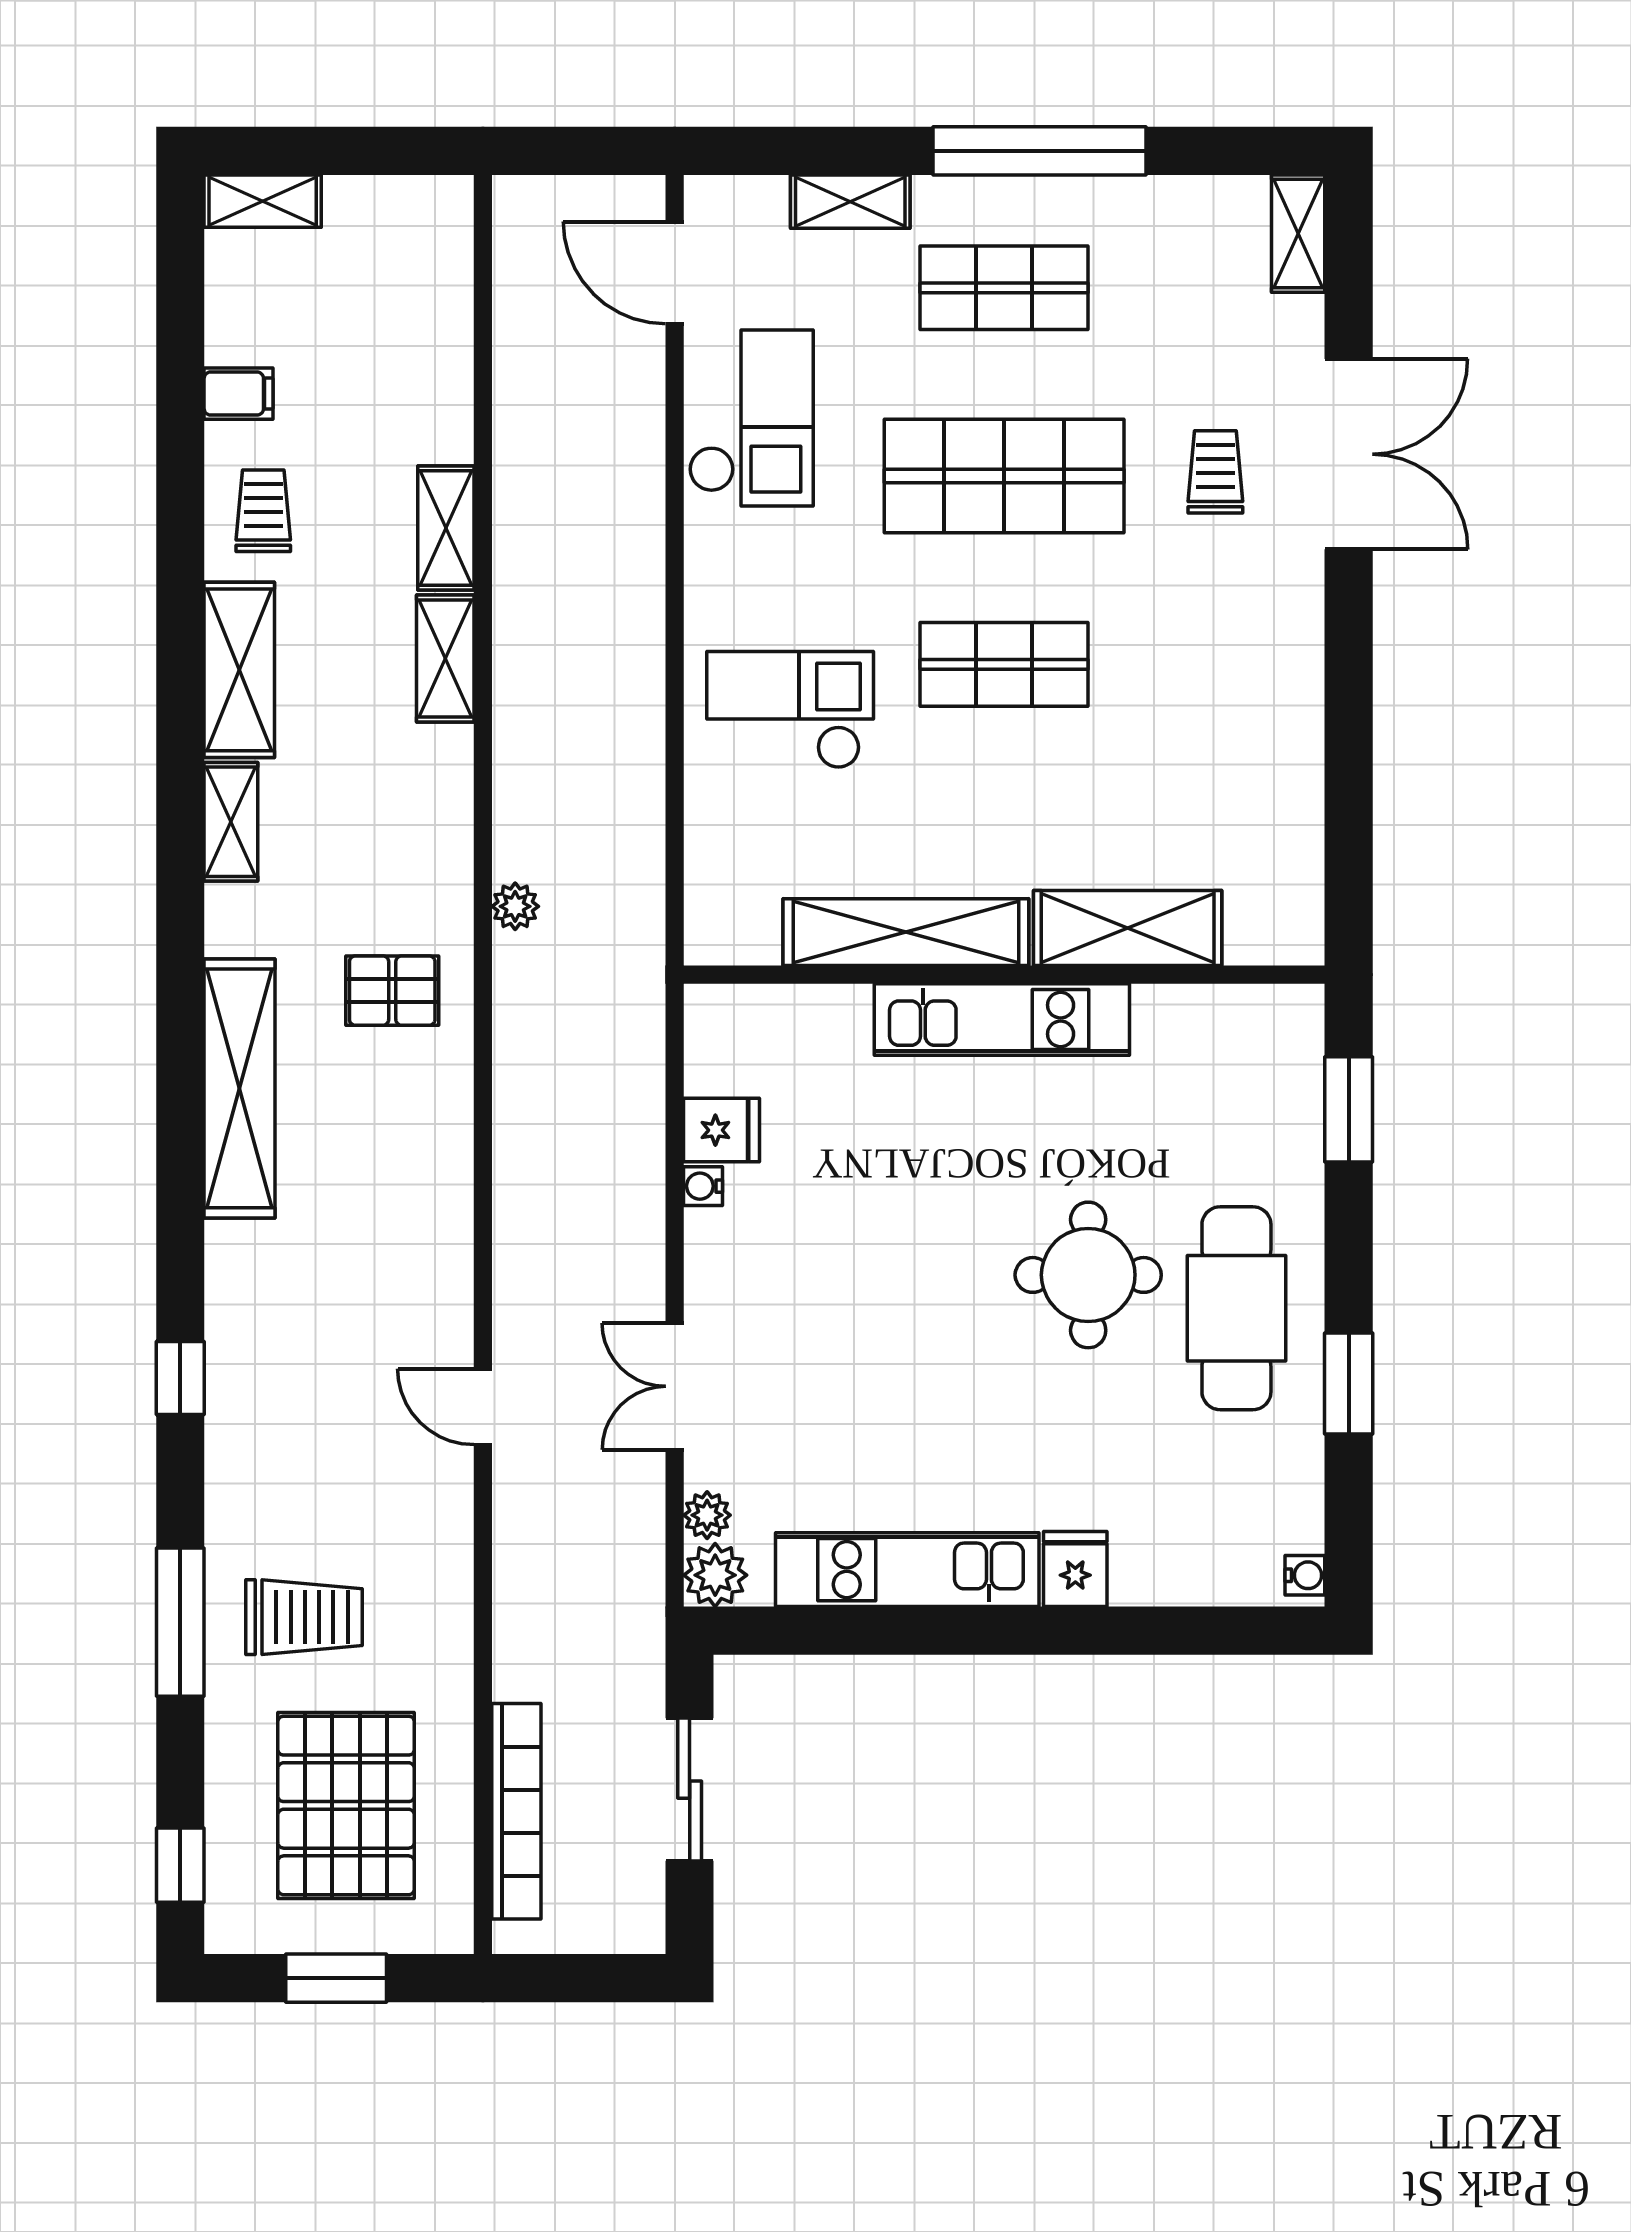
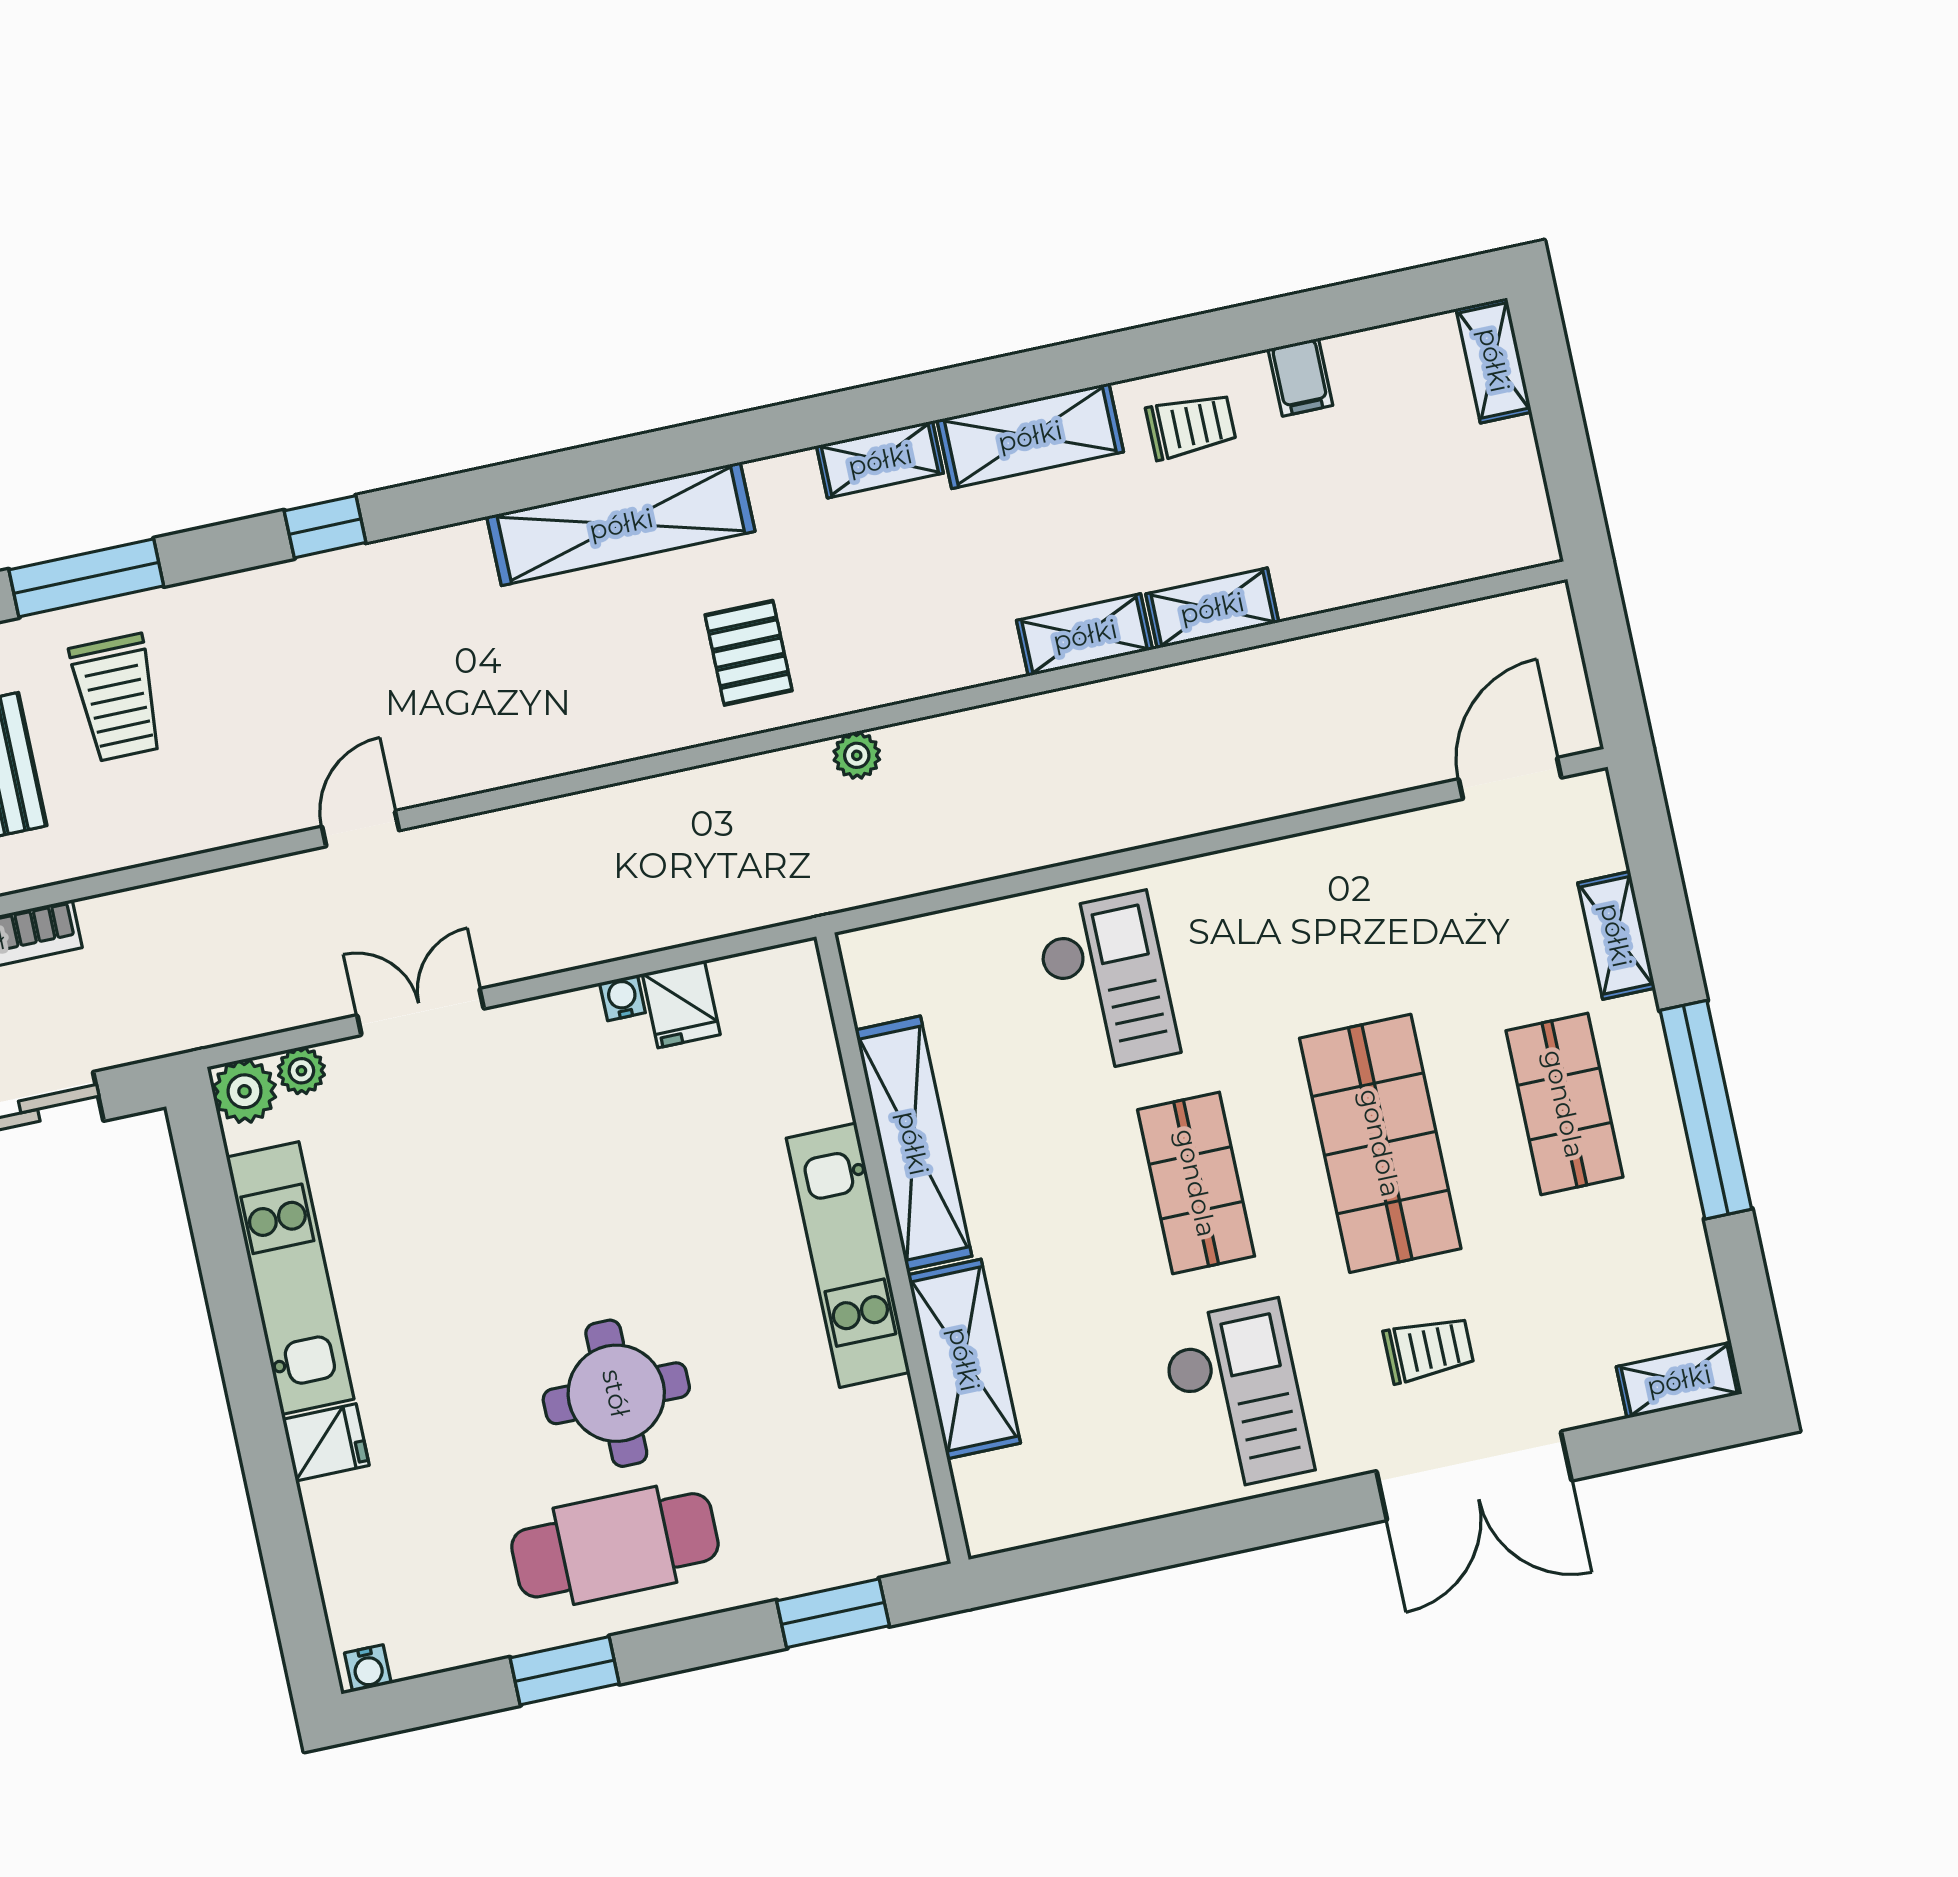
checkout: (751, 418) -> (1236, 1397), moved, turned -90

